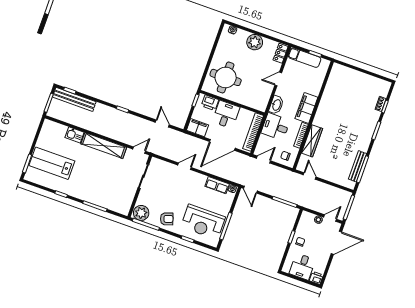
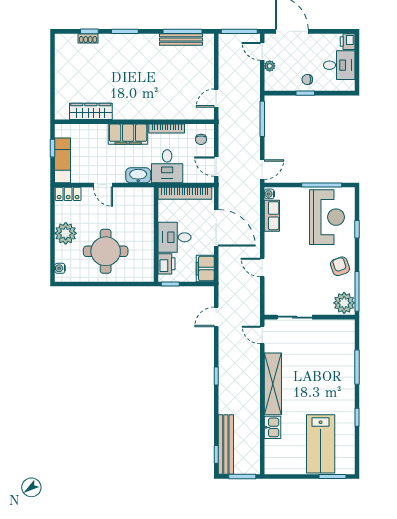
round table: (226, 77) -> (106, 251), moved
wardrobe: (312, 141) -> (91, 111), moved

